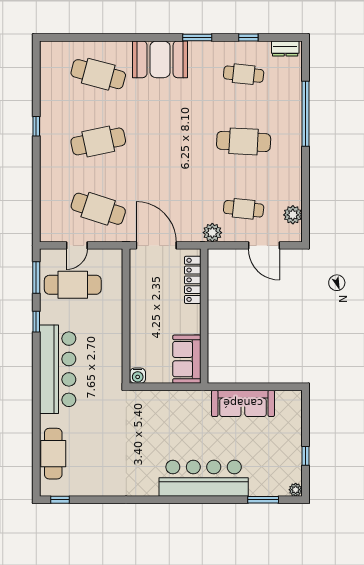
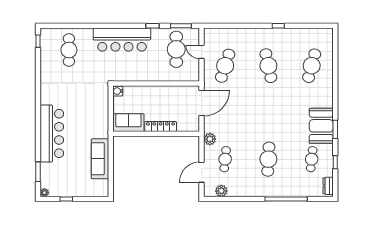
booth: (160, 59) -> (321, 126), moved
locker: (193, 280) -> (161, 126), moved
cafe table: (53, 454) -> (69, 50), moved, turned 90

